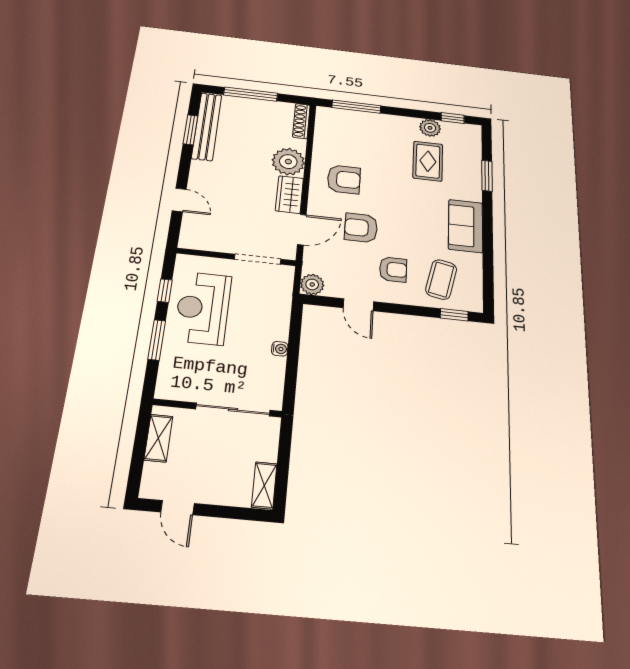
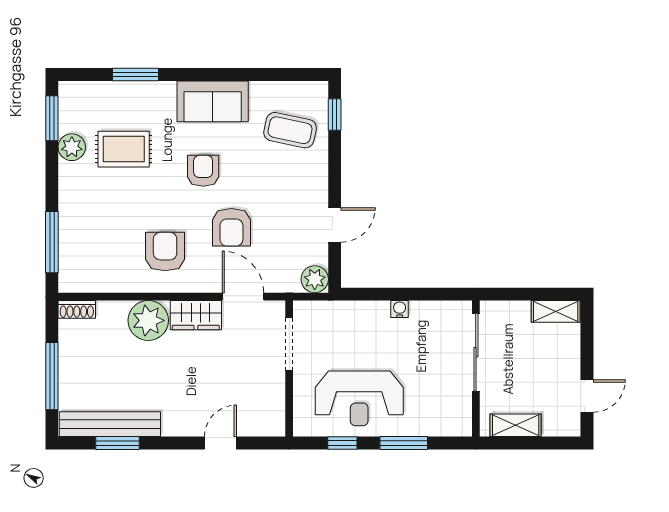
window: (453, 118) -> (52, 118), width x1.50
shoe rack: (301, 121) -> (77, 309), width x0.70
armchair: (393, 269) -> (203, 171), moved

